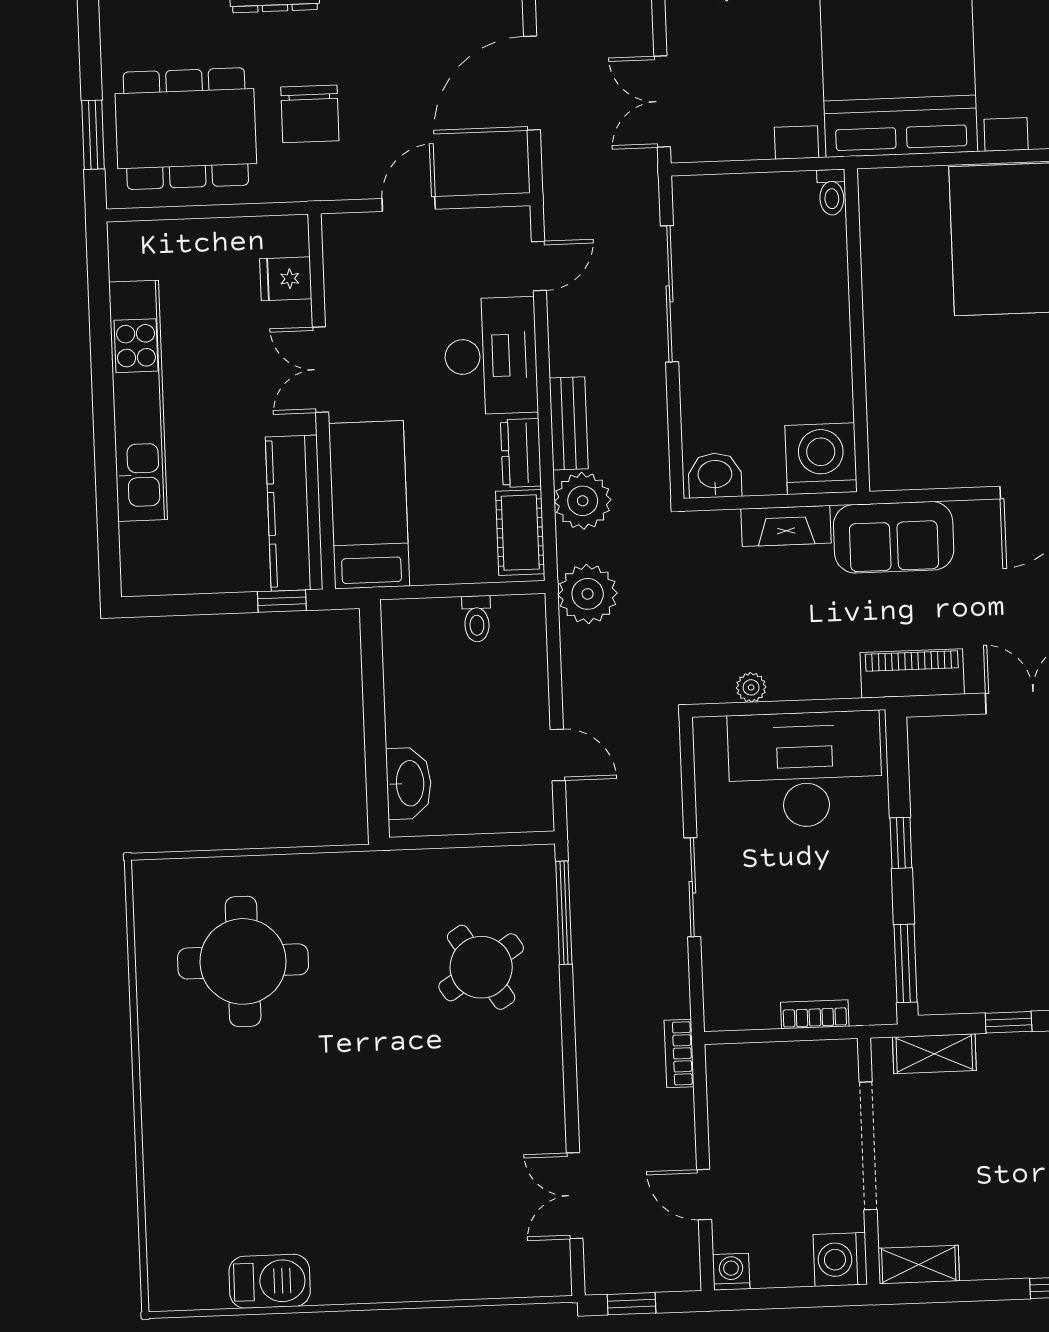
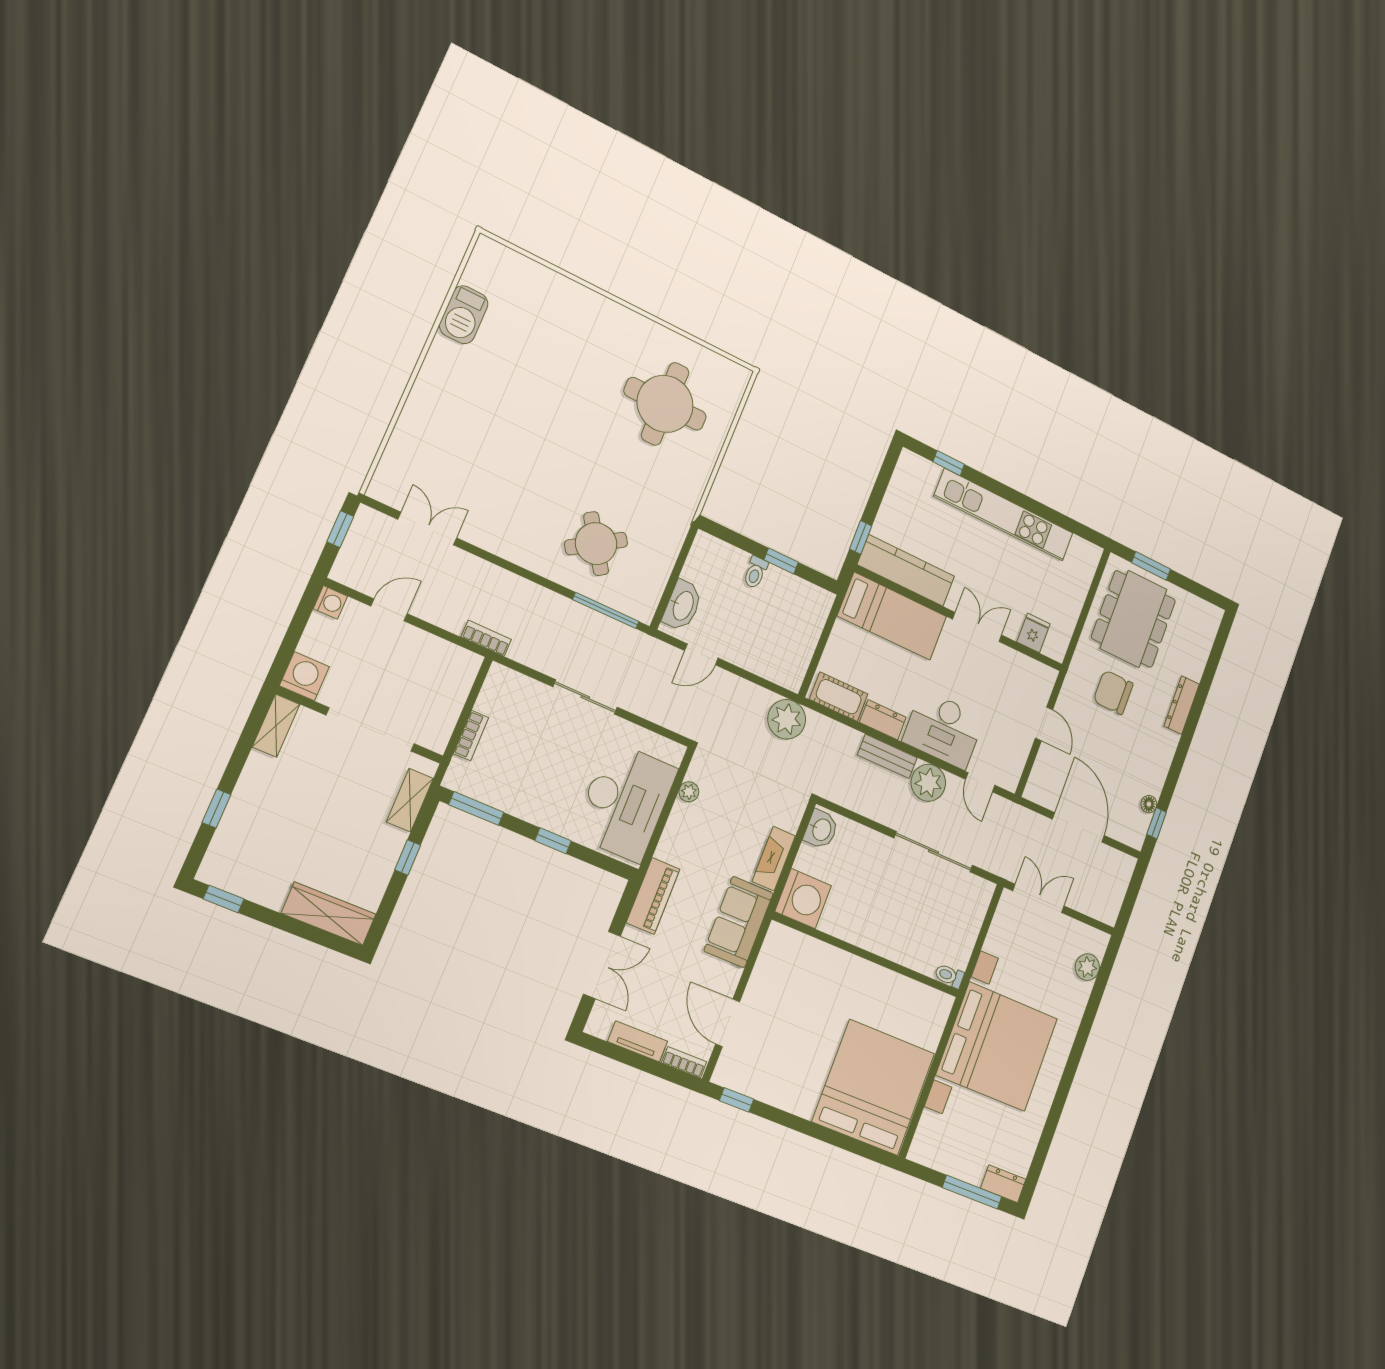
plant: (583, 501) -> (928, 783), moved
window: (108, 518) -> (949, 463), added
toilet: (477, 619) -> (755, 572), moved, turned -90
window: (374, 701) -> (781, 561), added
washbasin: (409, 783) -> (683, 605), moved, turned -90

